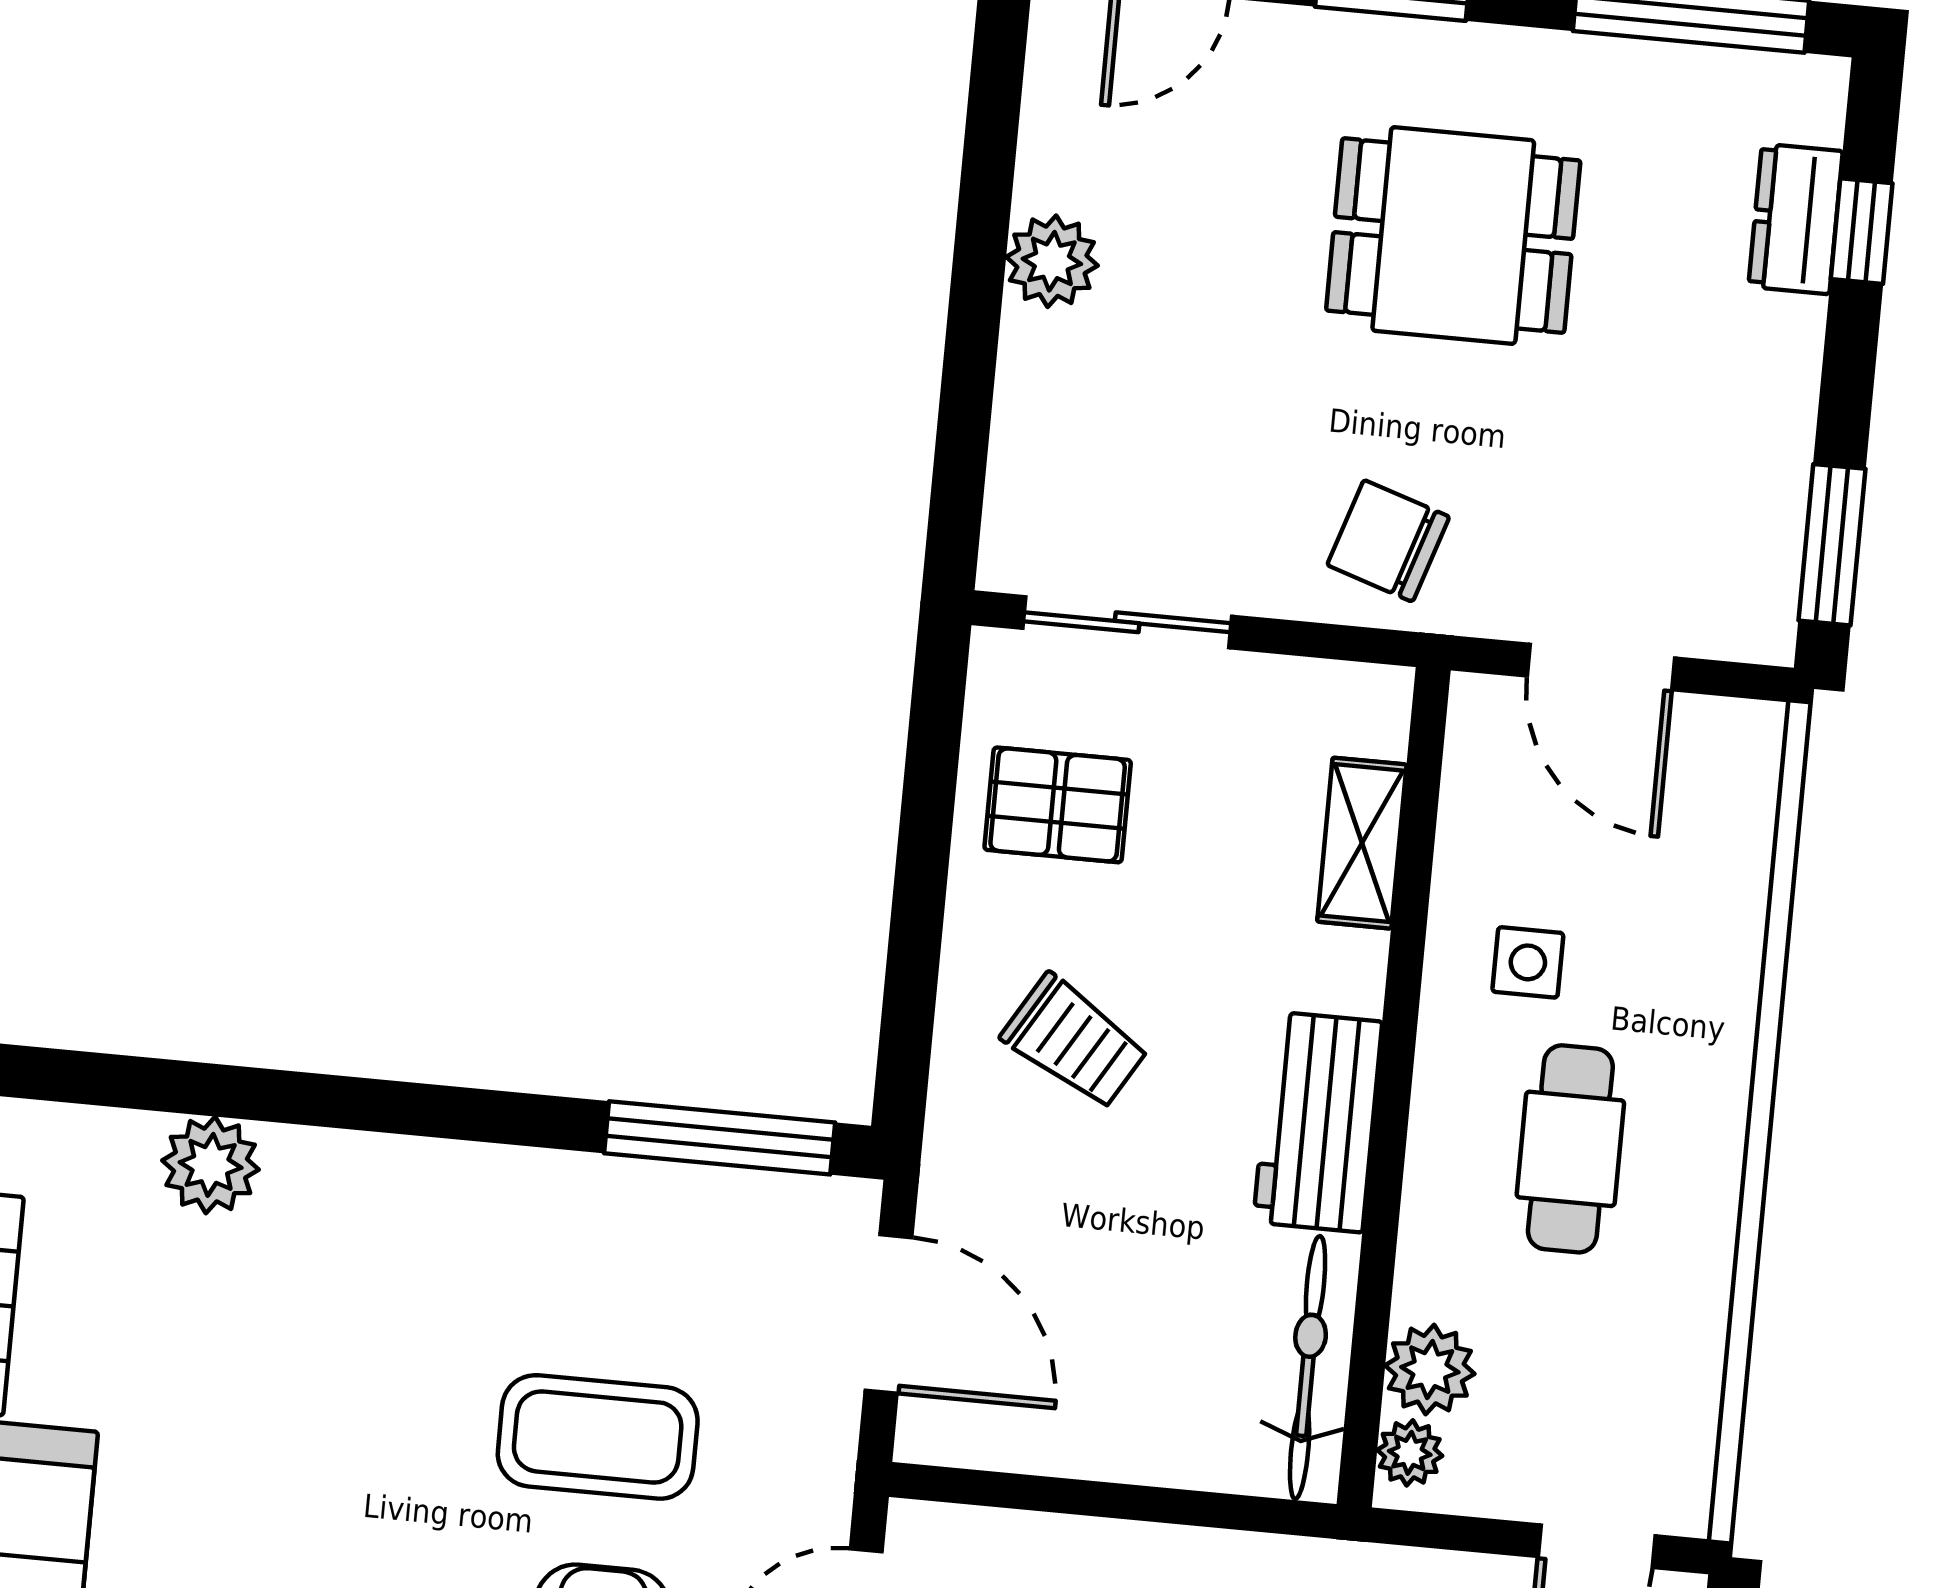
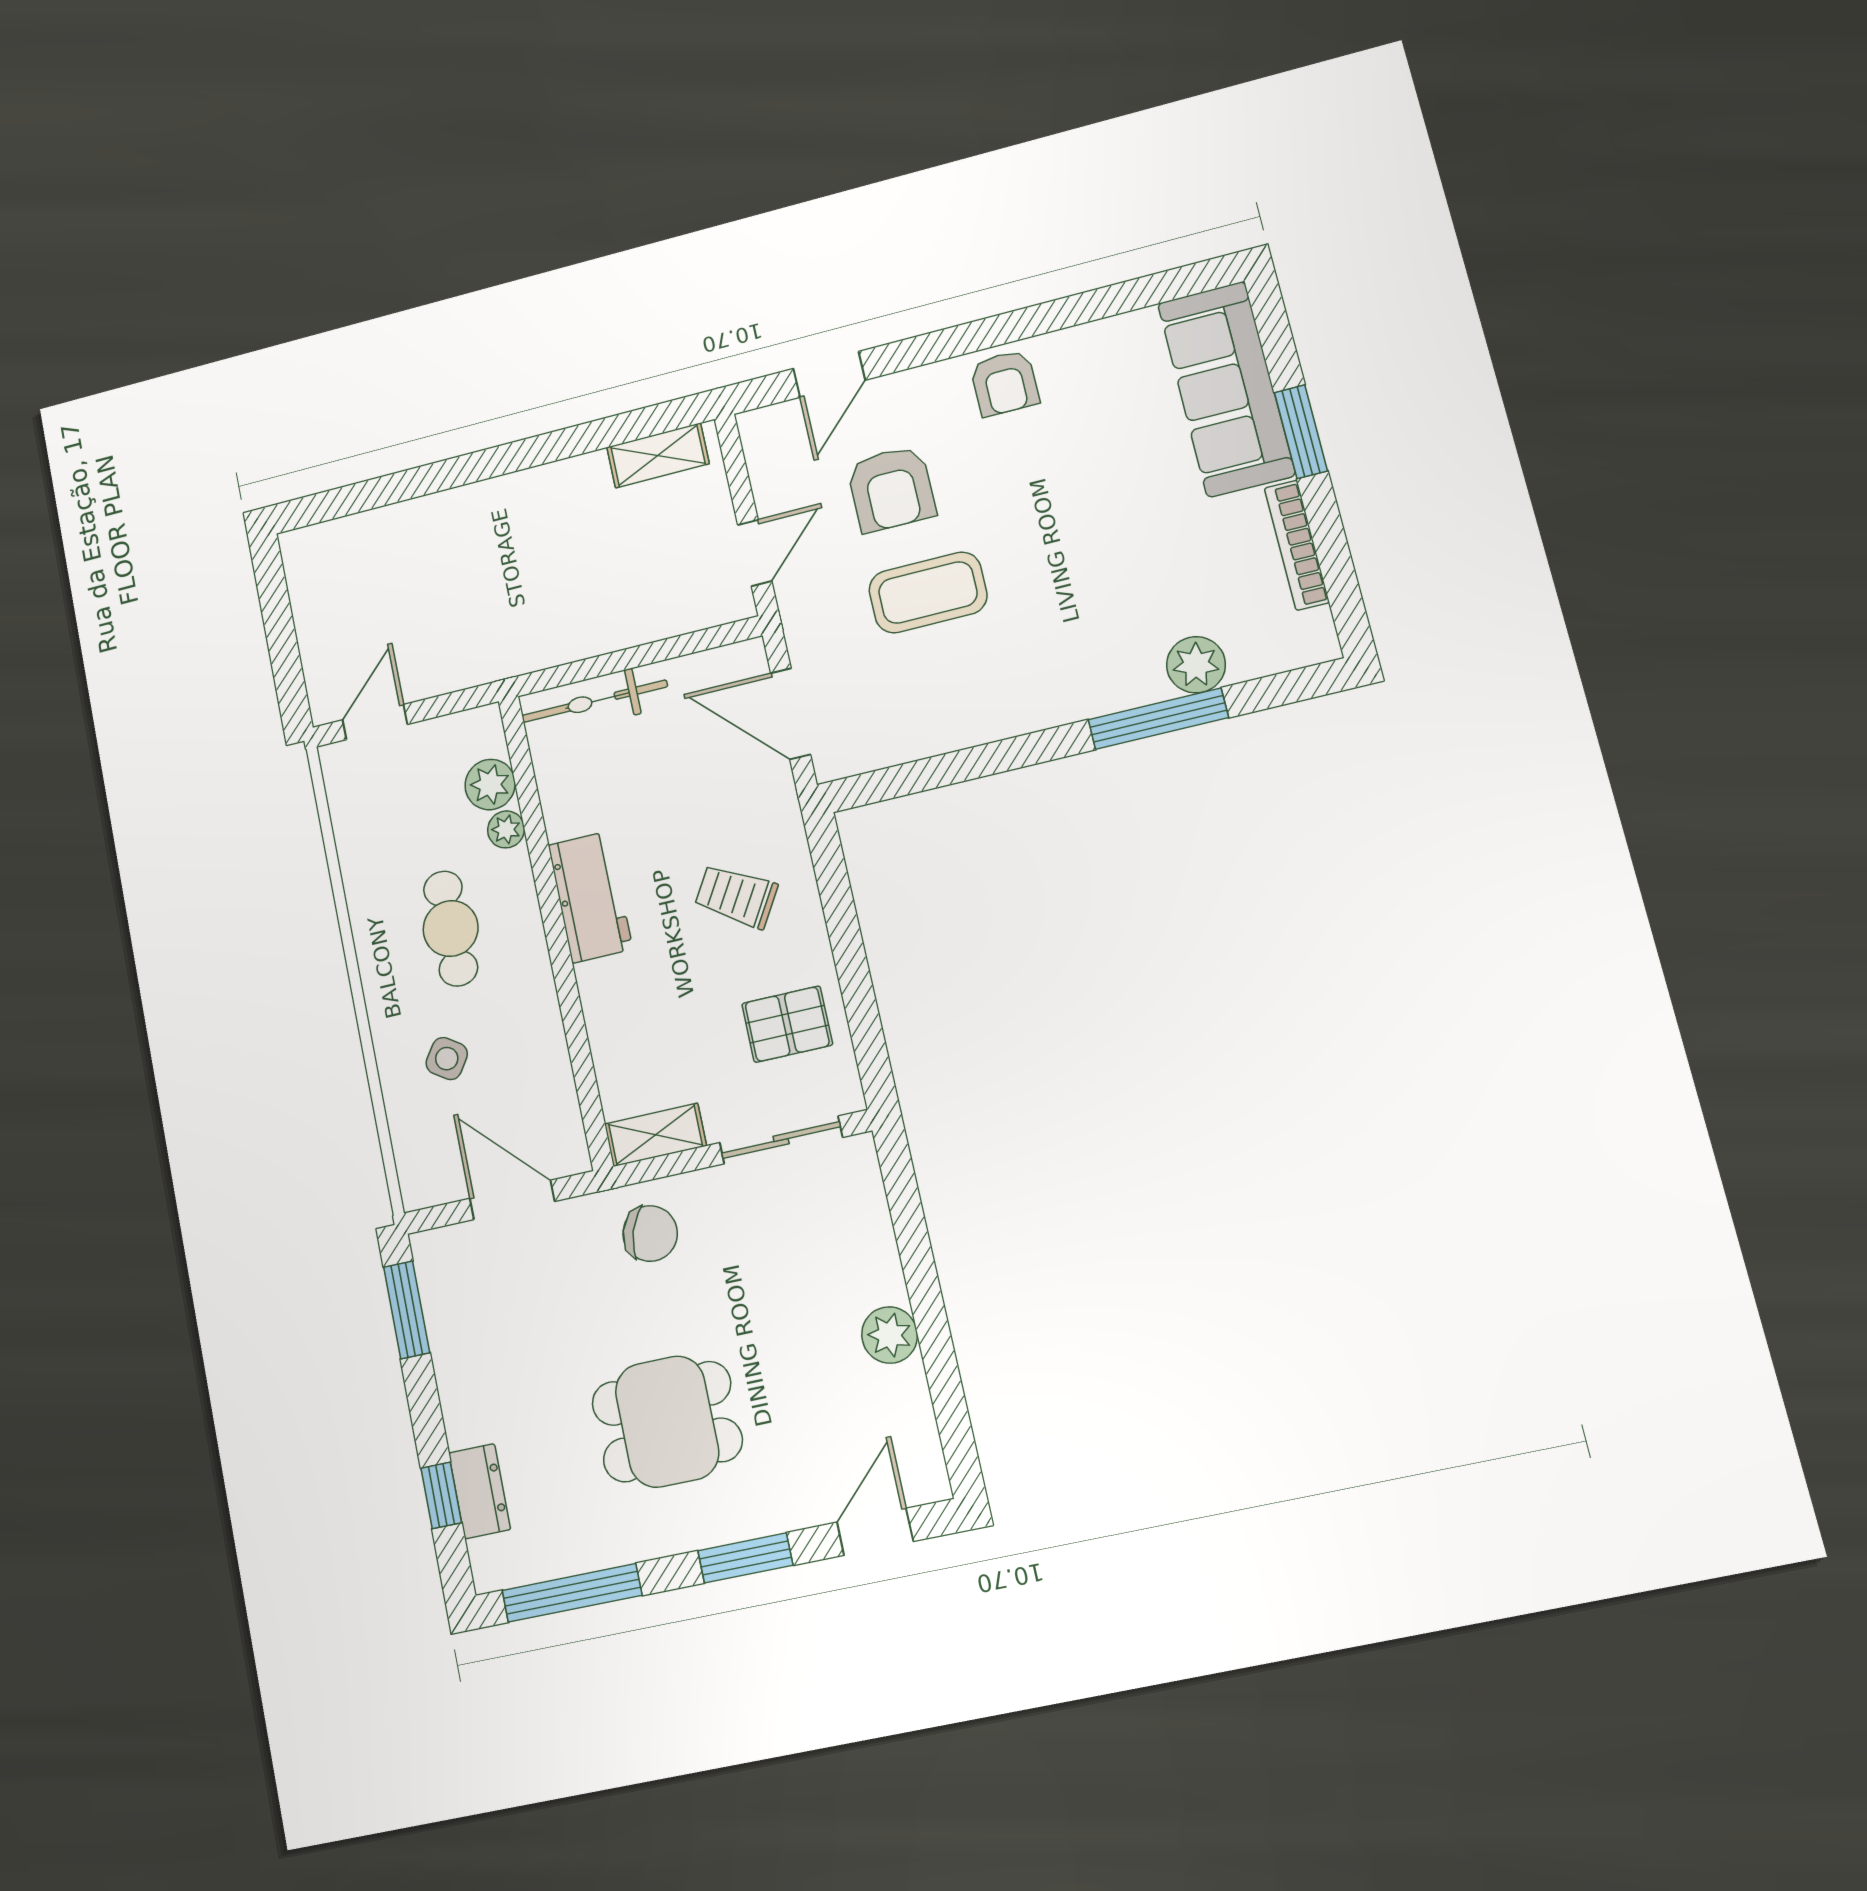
shelving: (1362, 843) -> (655, 1135), moved, turned 90
side table: (1528, 962) -> (447, 1059), moved, turned 34
window: (720, 1138) -> (1158, 719), moved
bicycle: (1308, 1367) -> (594, 701), moved, turned 90
plant: (1410, 1453) -> (506, 829), moved

